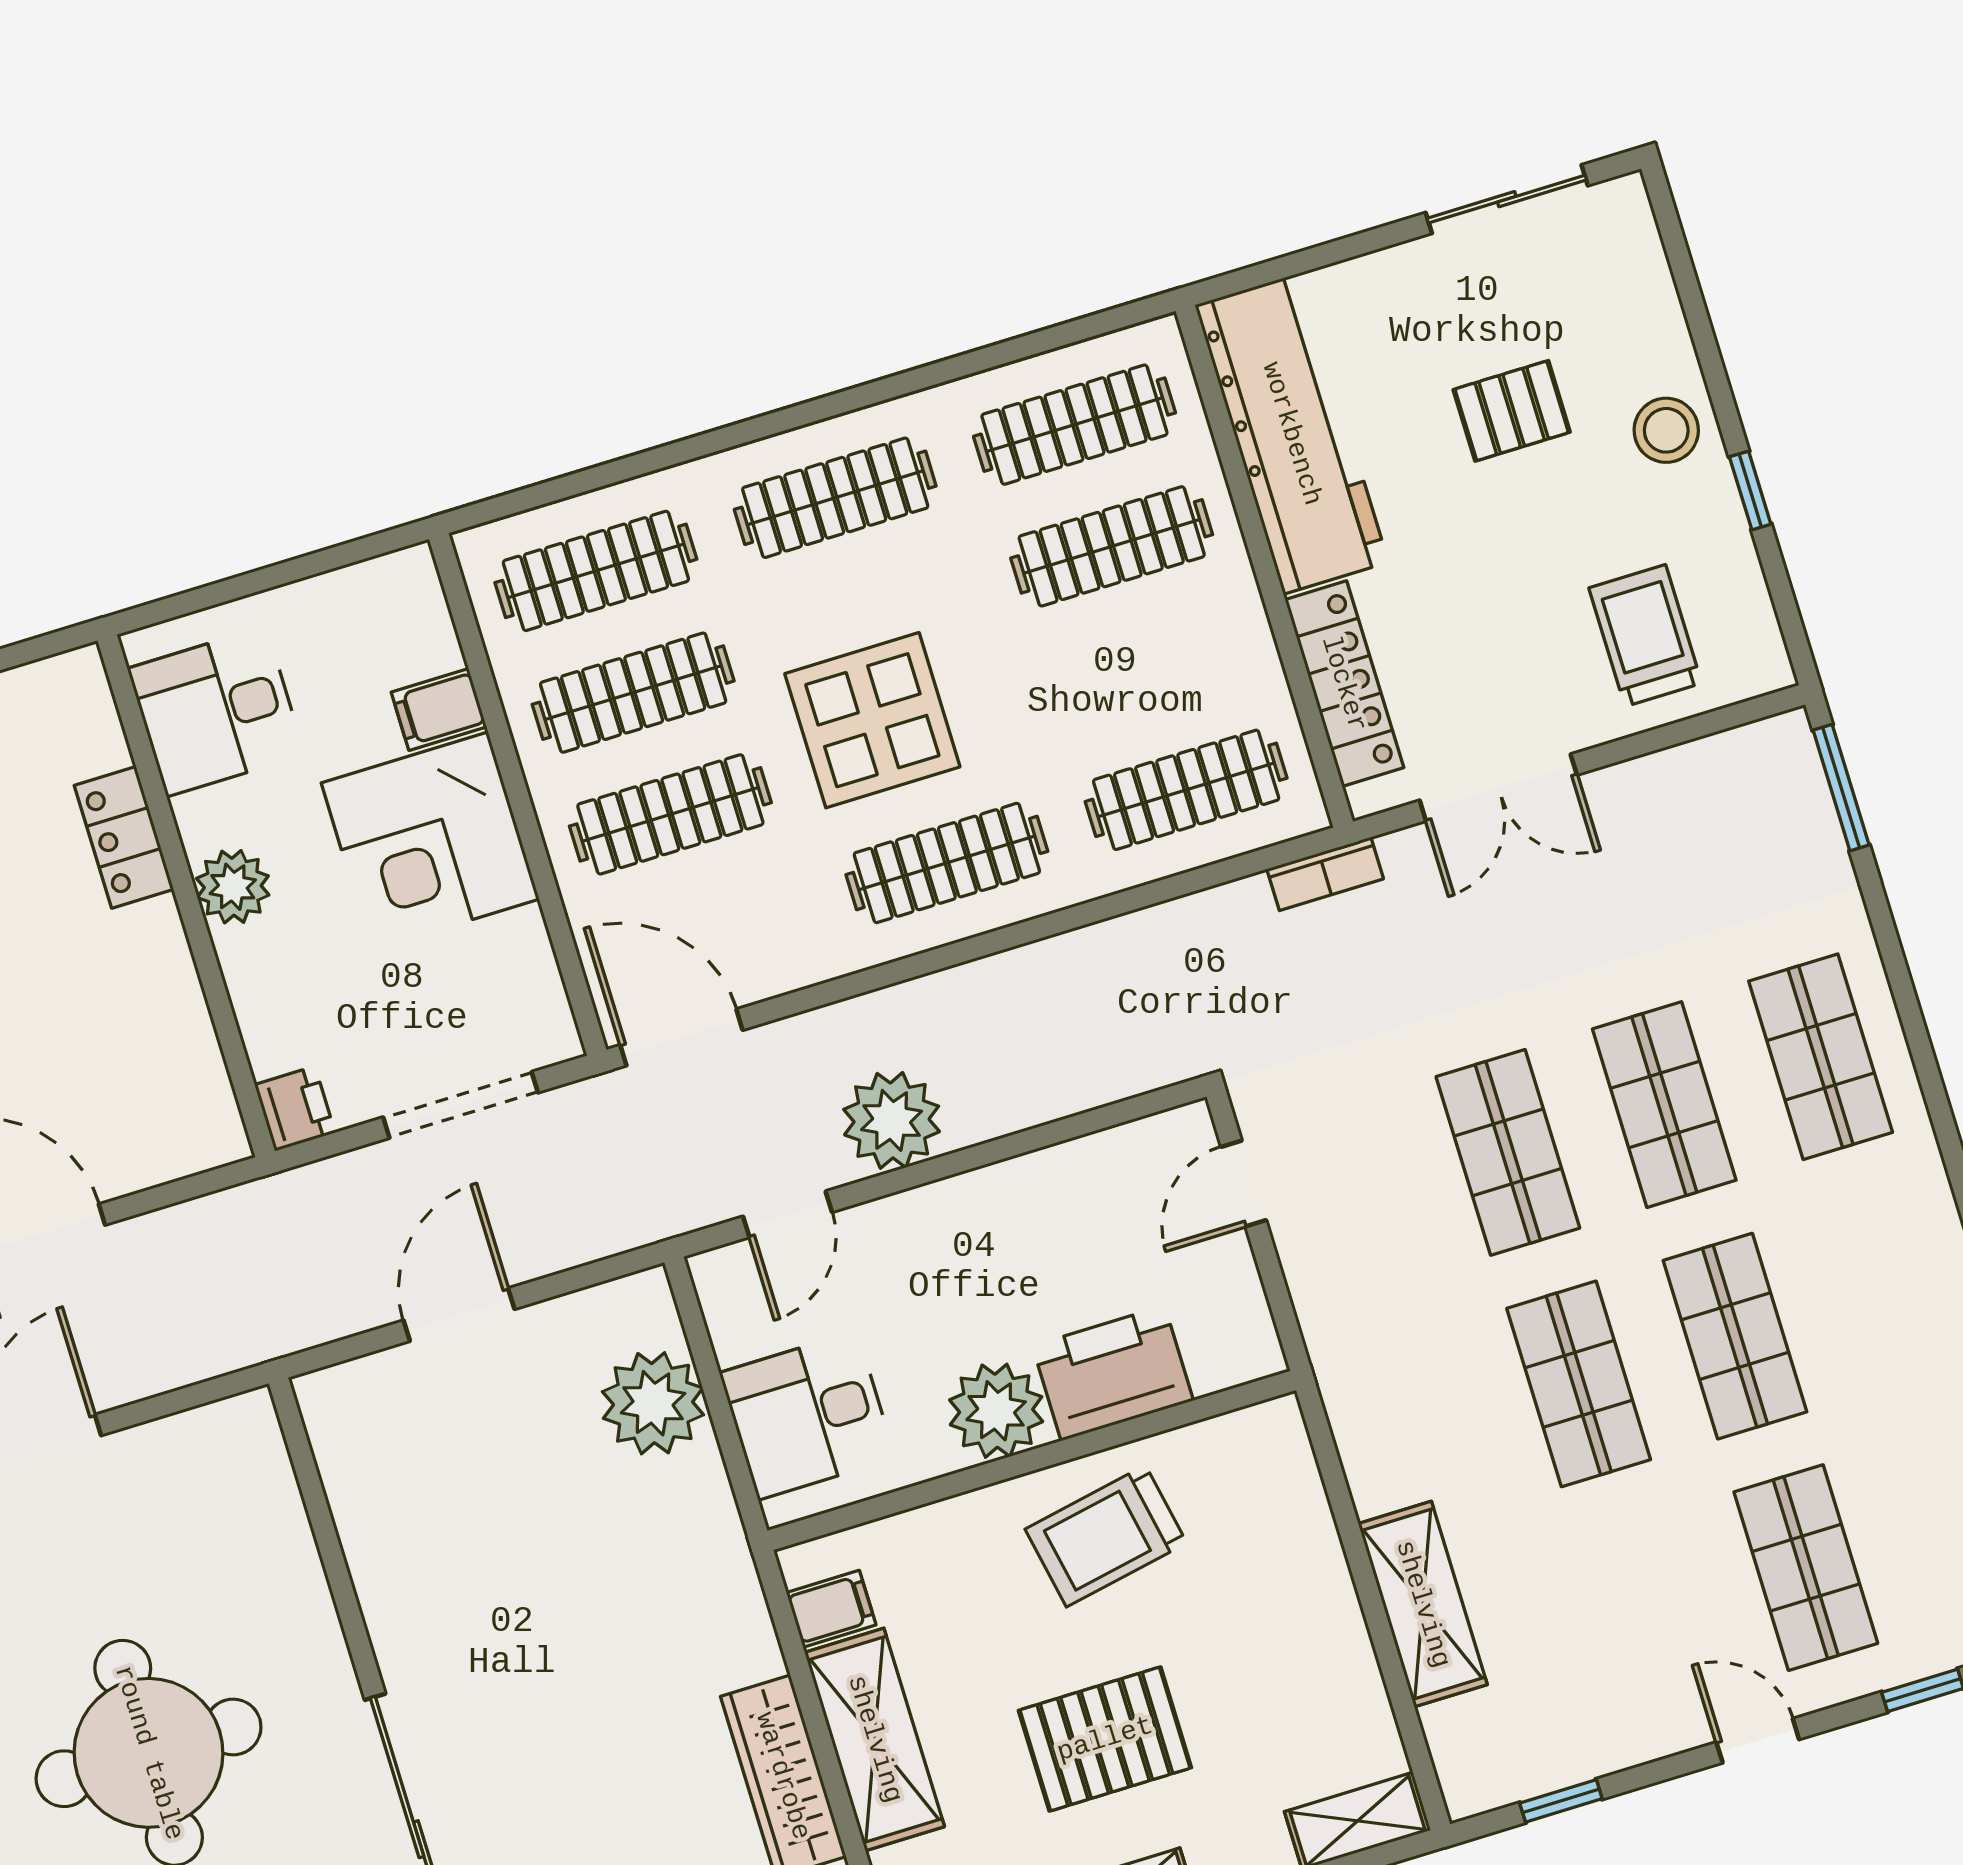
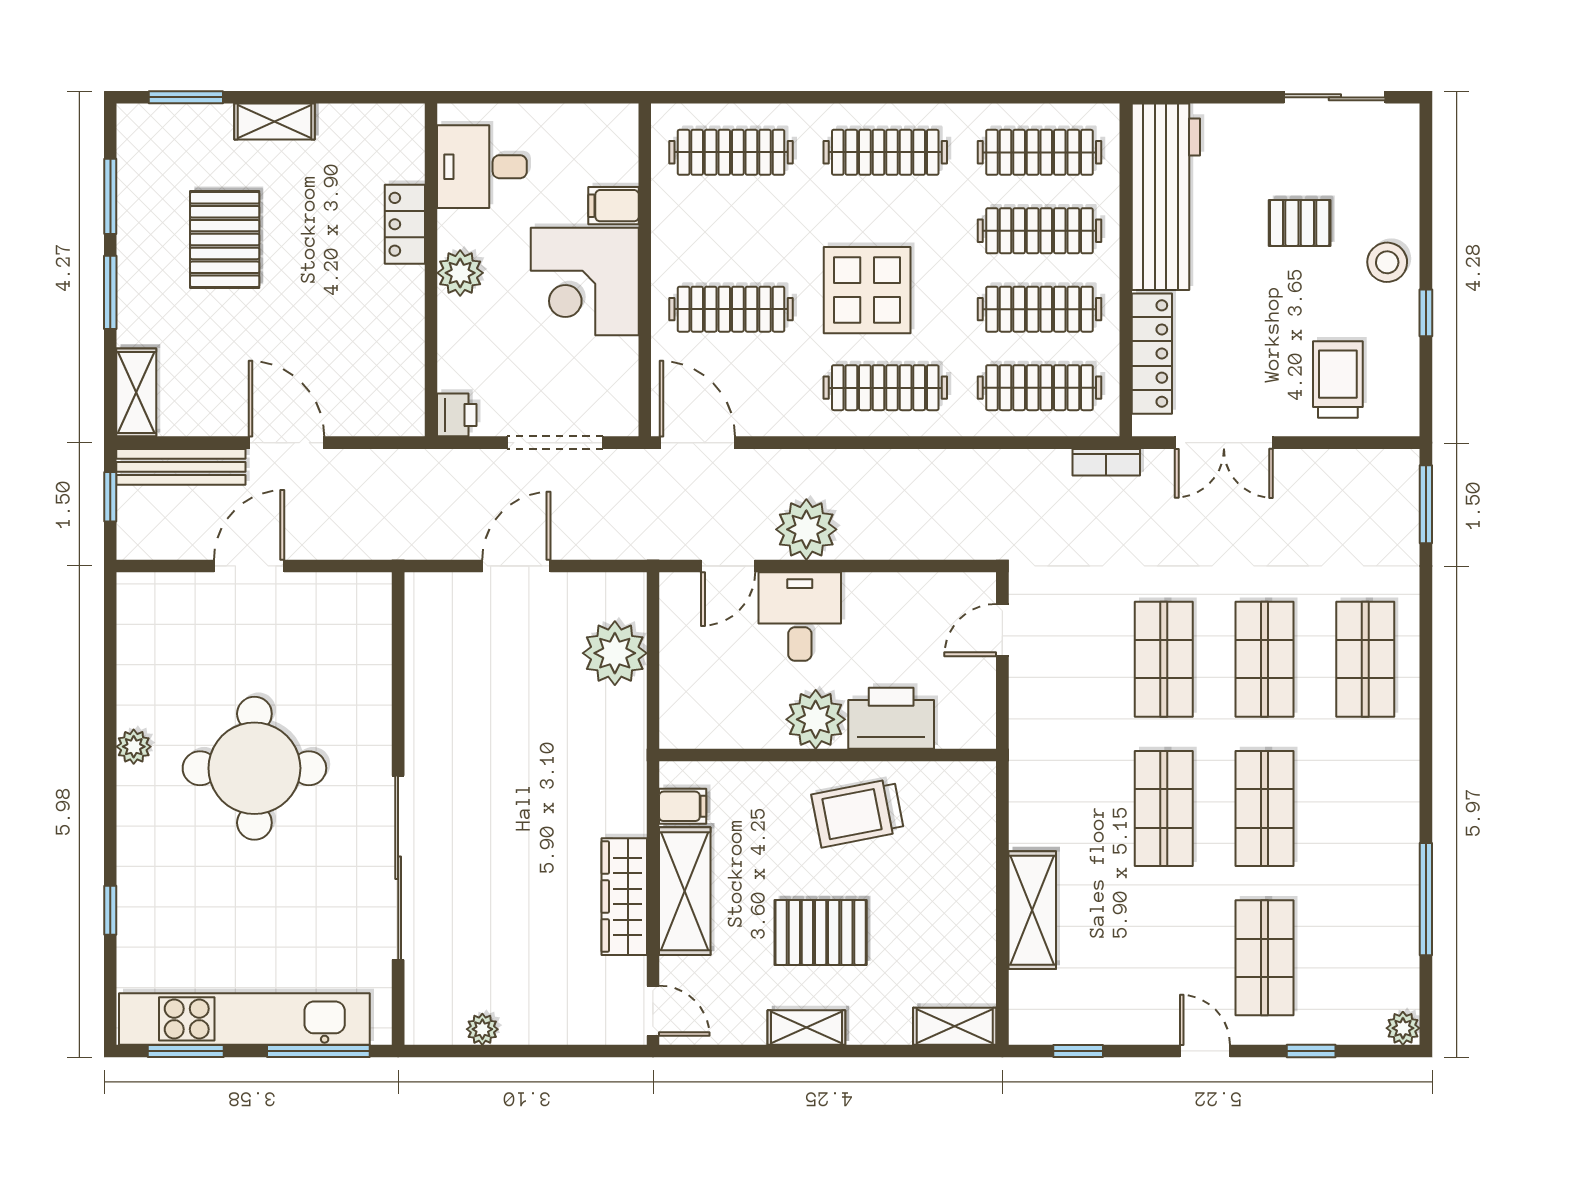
clothes rail: (633, 693) -> (1039, 309), moved
desk: (807, 1415) -> (800, 617), moved, turned 90

